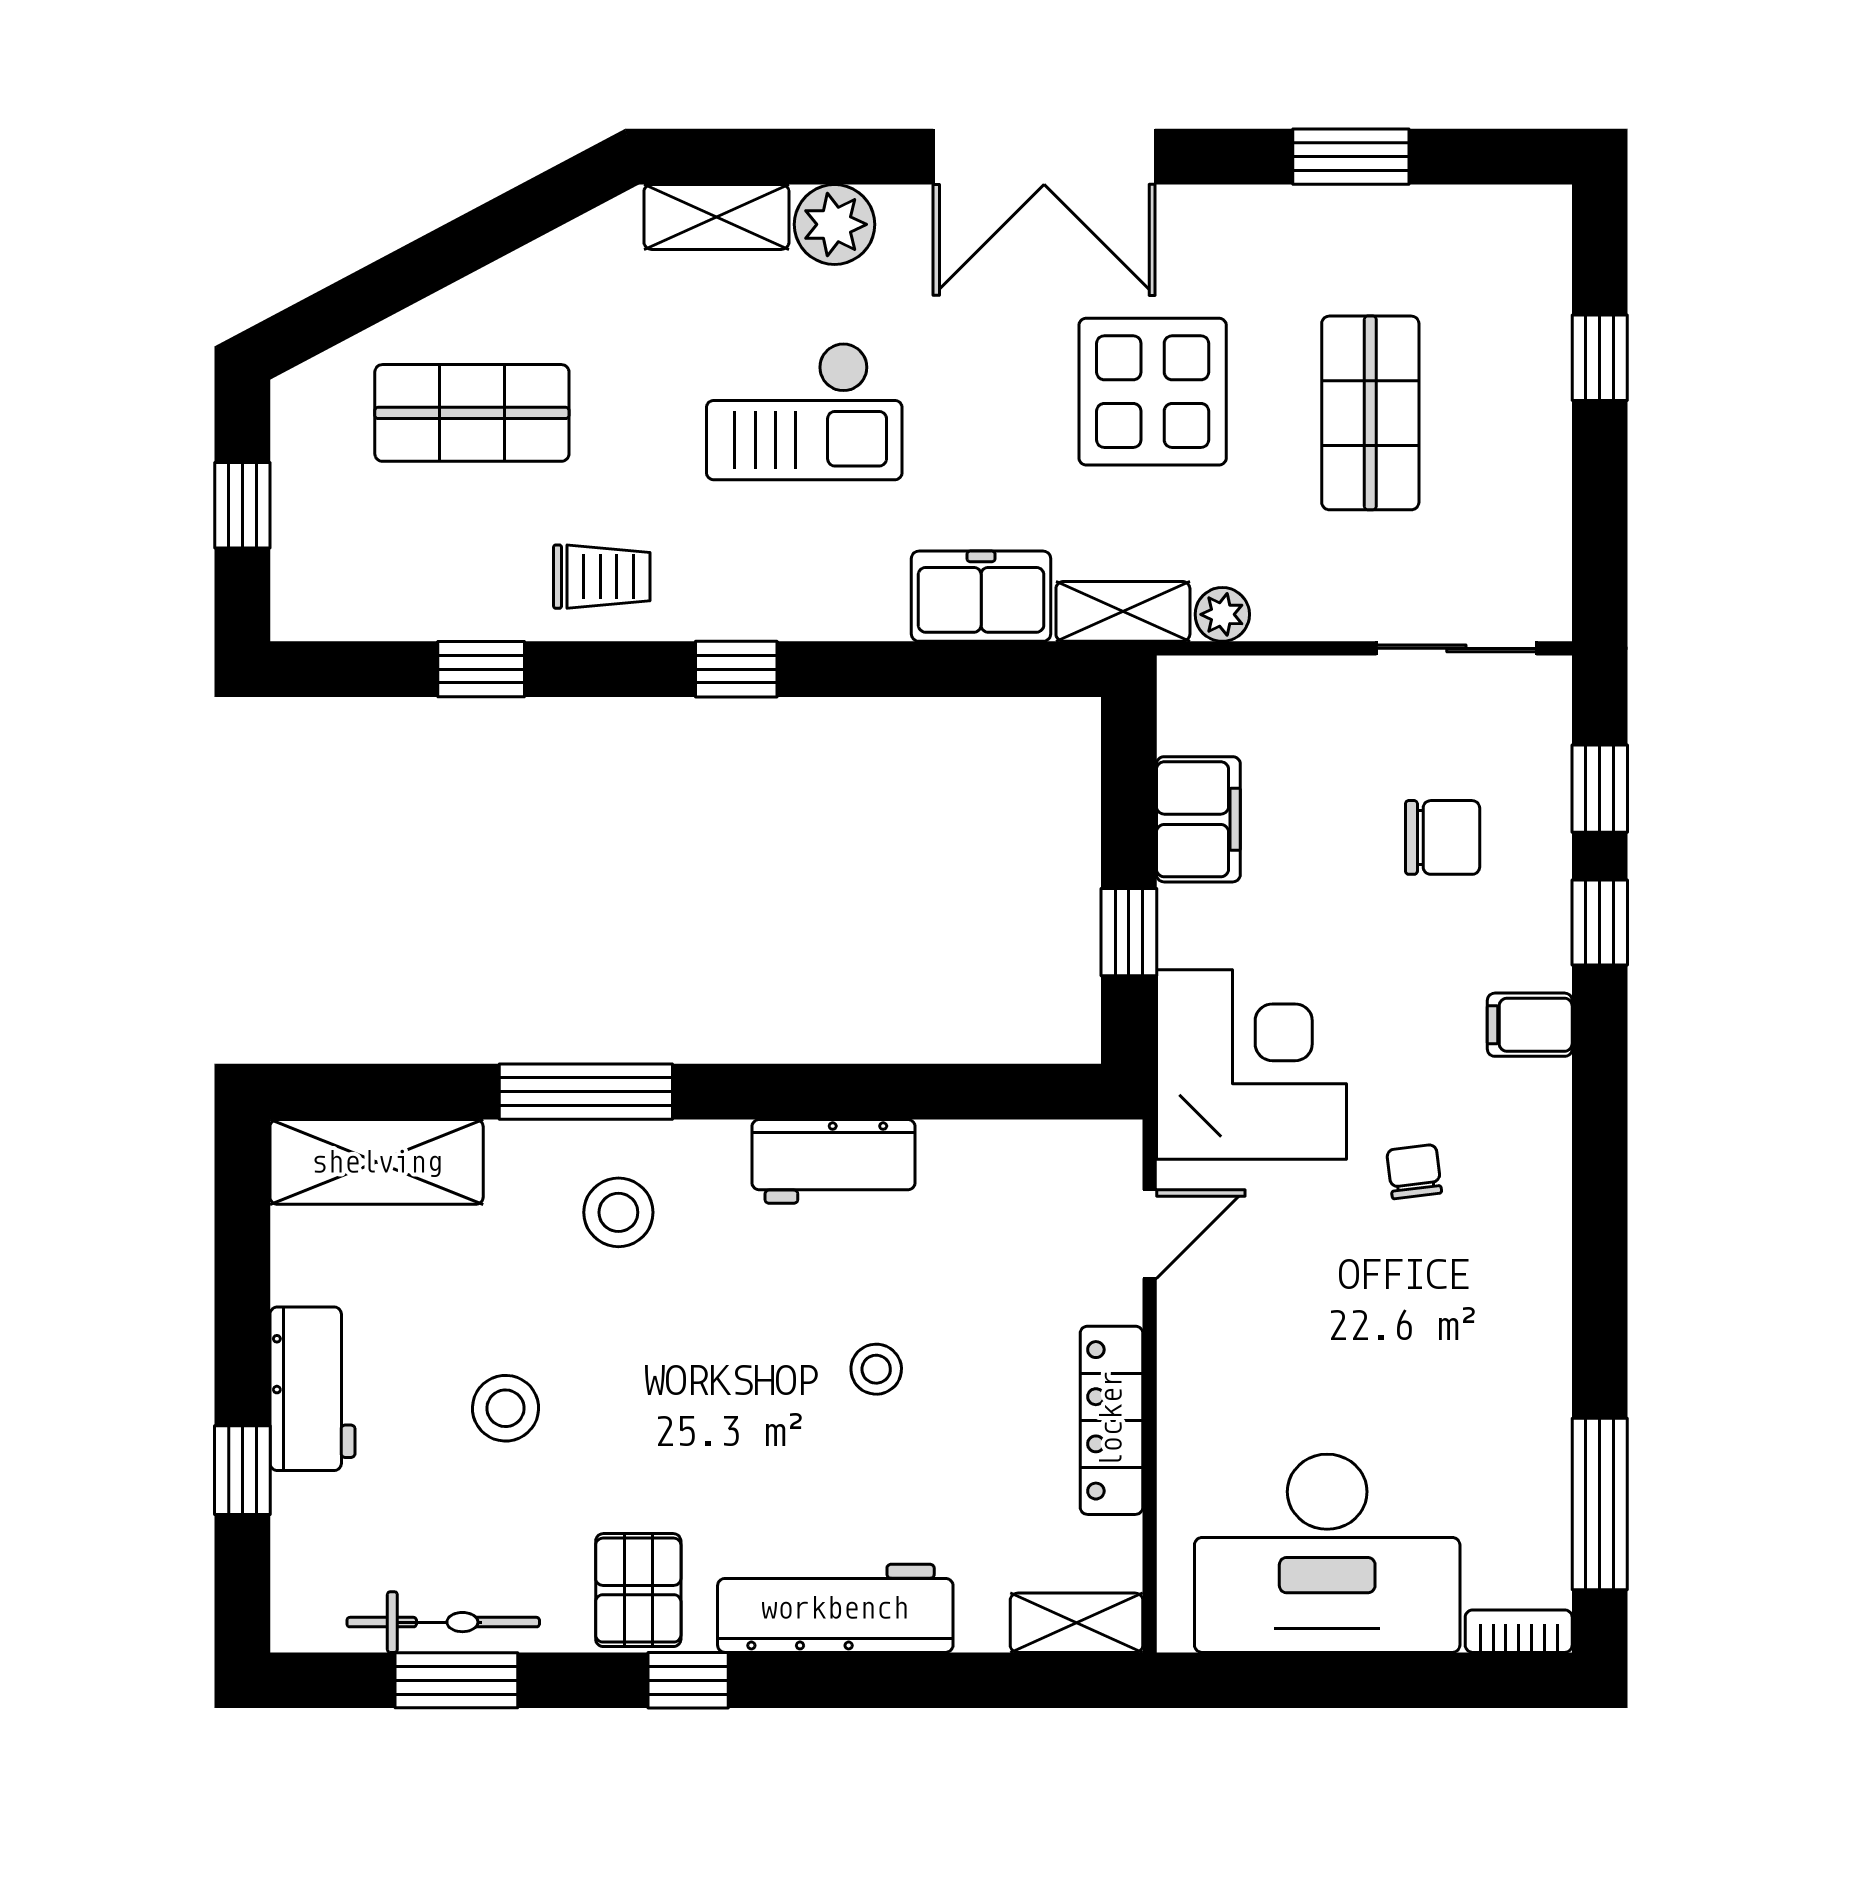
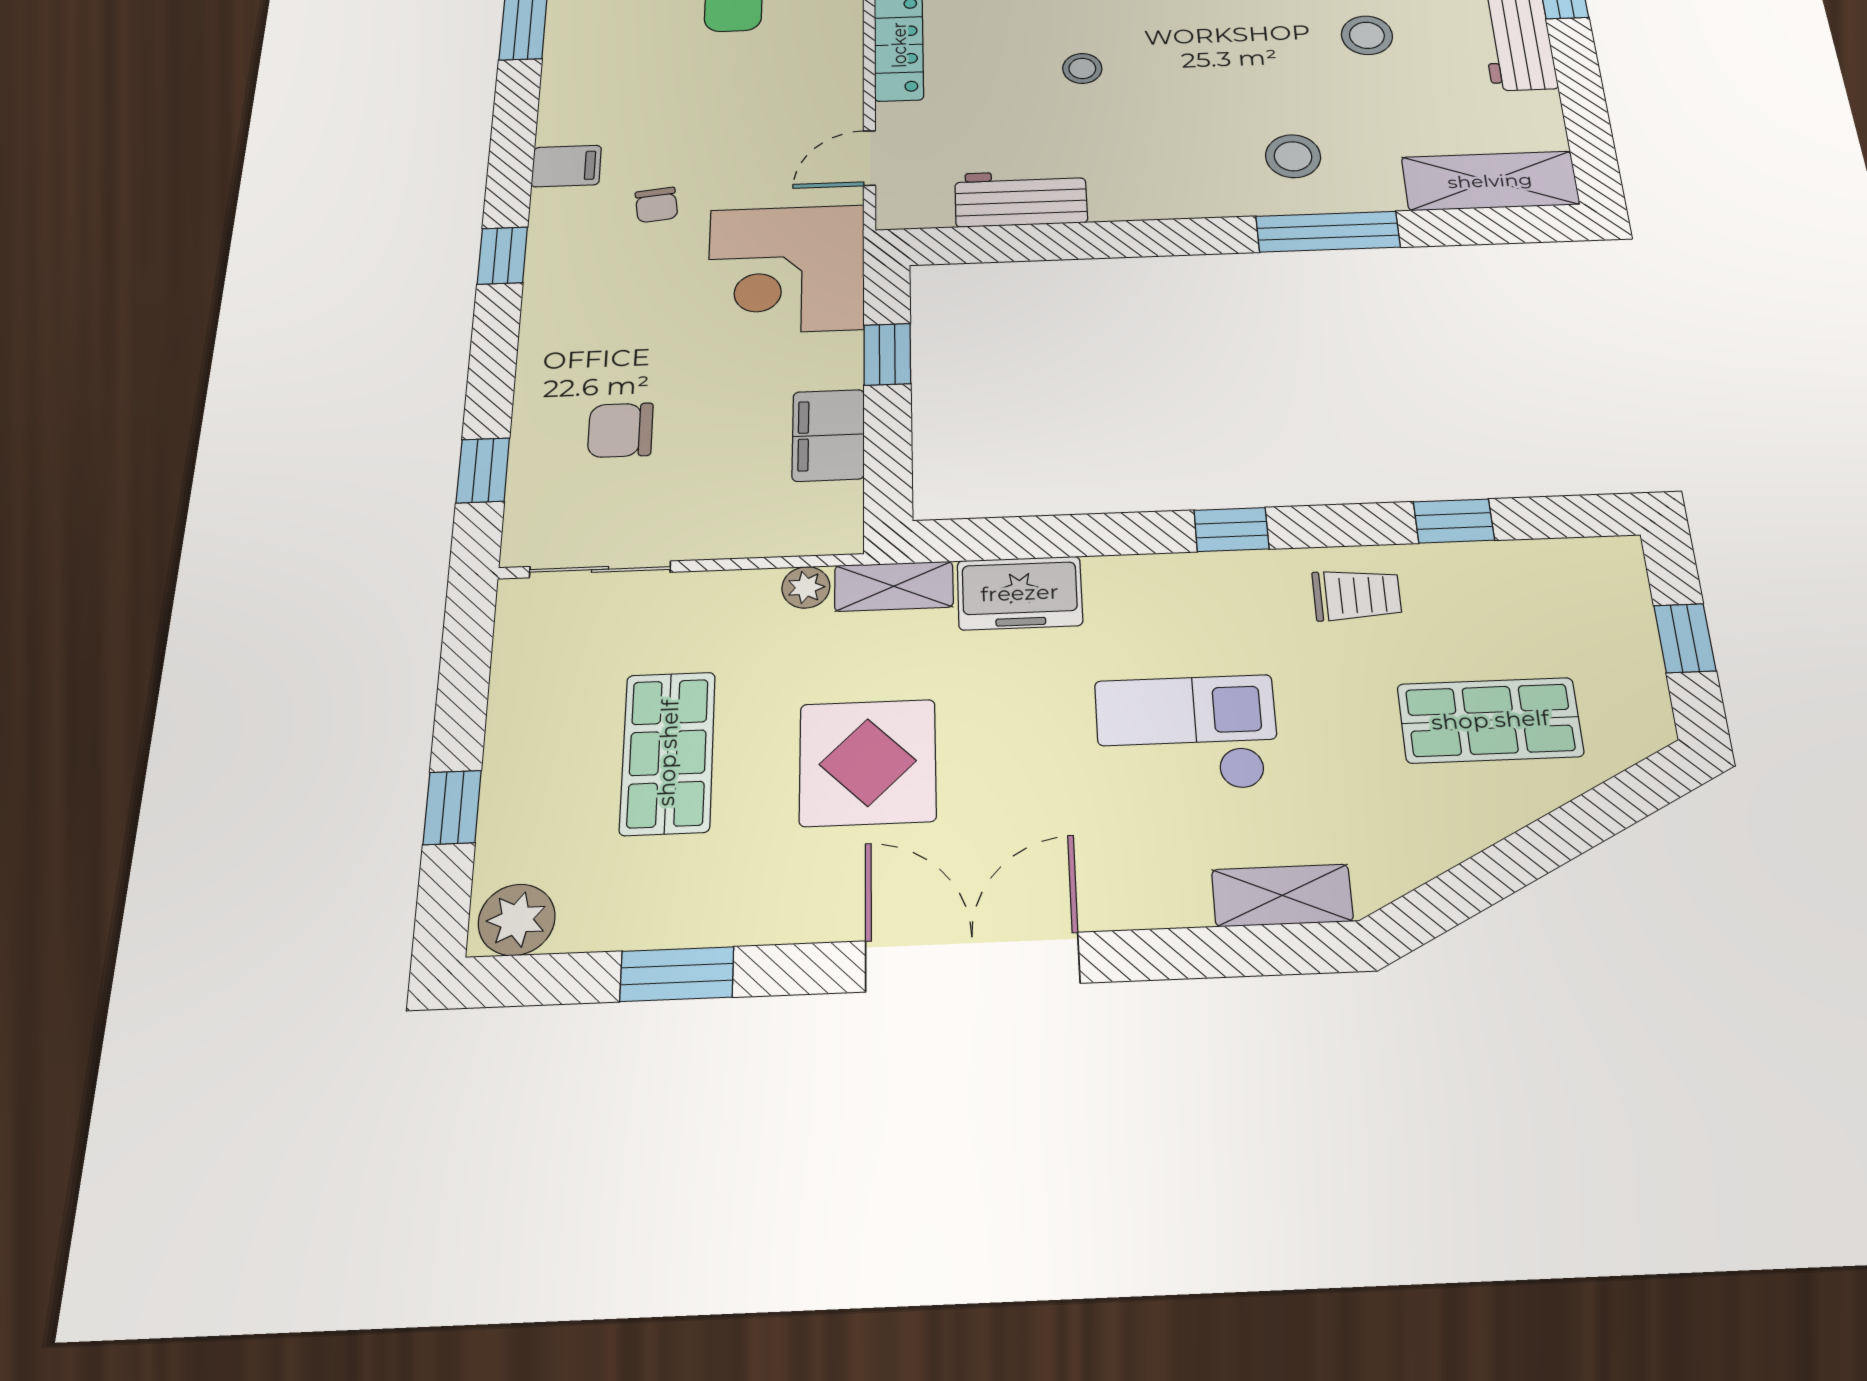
plant: (835, 224) -> (517, 920), moved
trolley: (602, 577) -> (1357, 595), turned 180
window: (1600, 923) -> (502, 256), moved
filing cabinet: (1530, 1025) -> (566, 166), moved
workbench: (834, 1161) -> (1021, 198), moved

